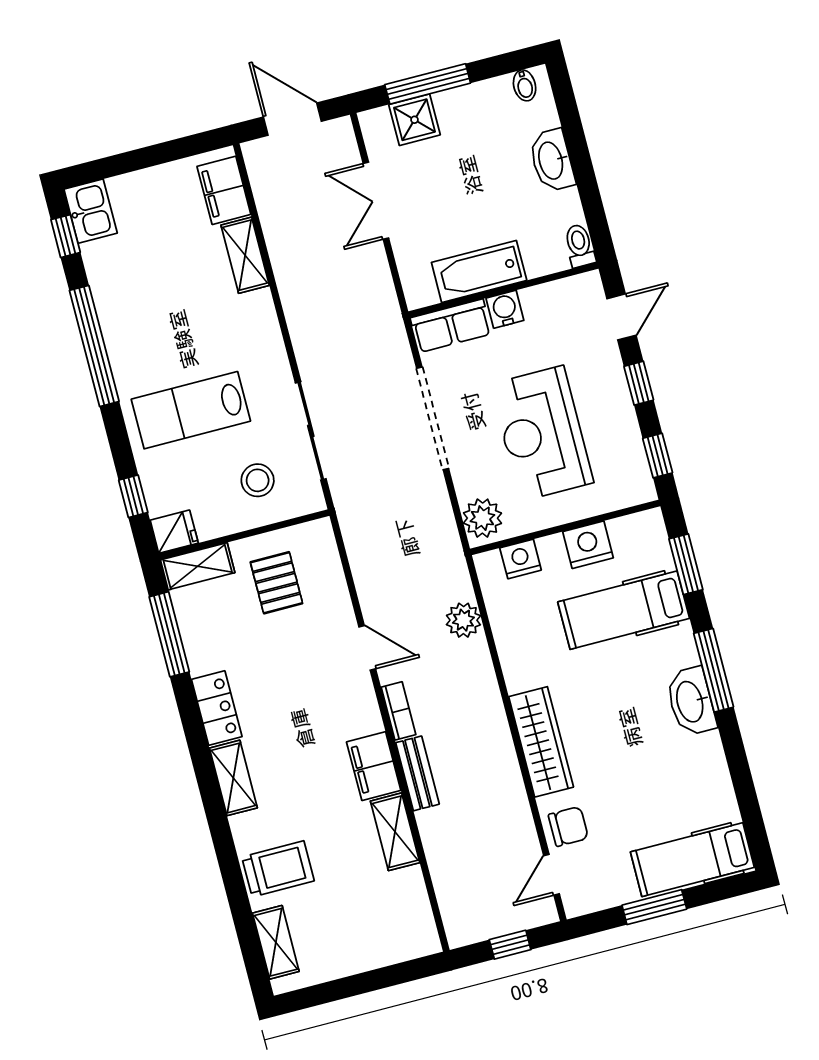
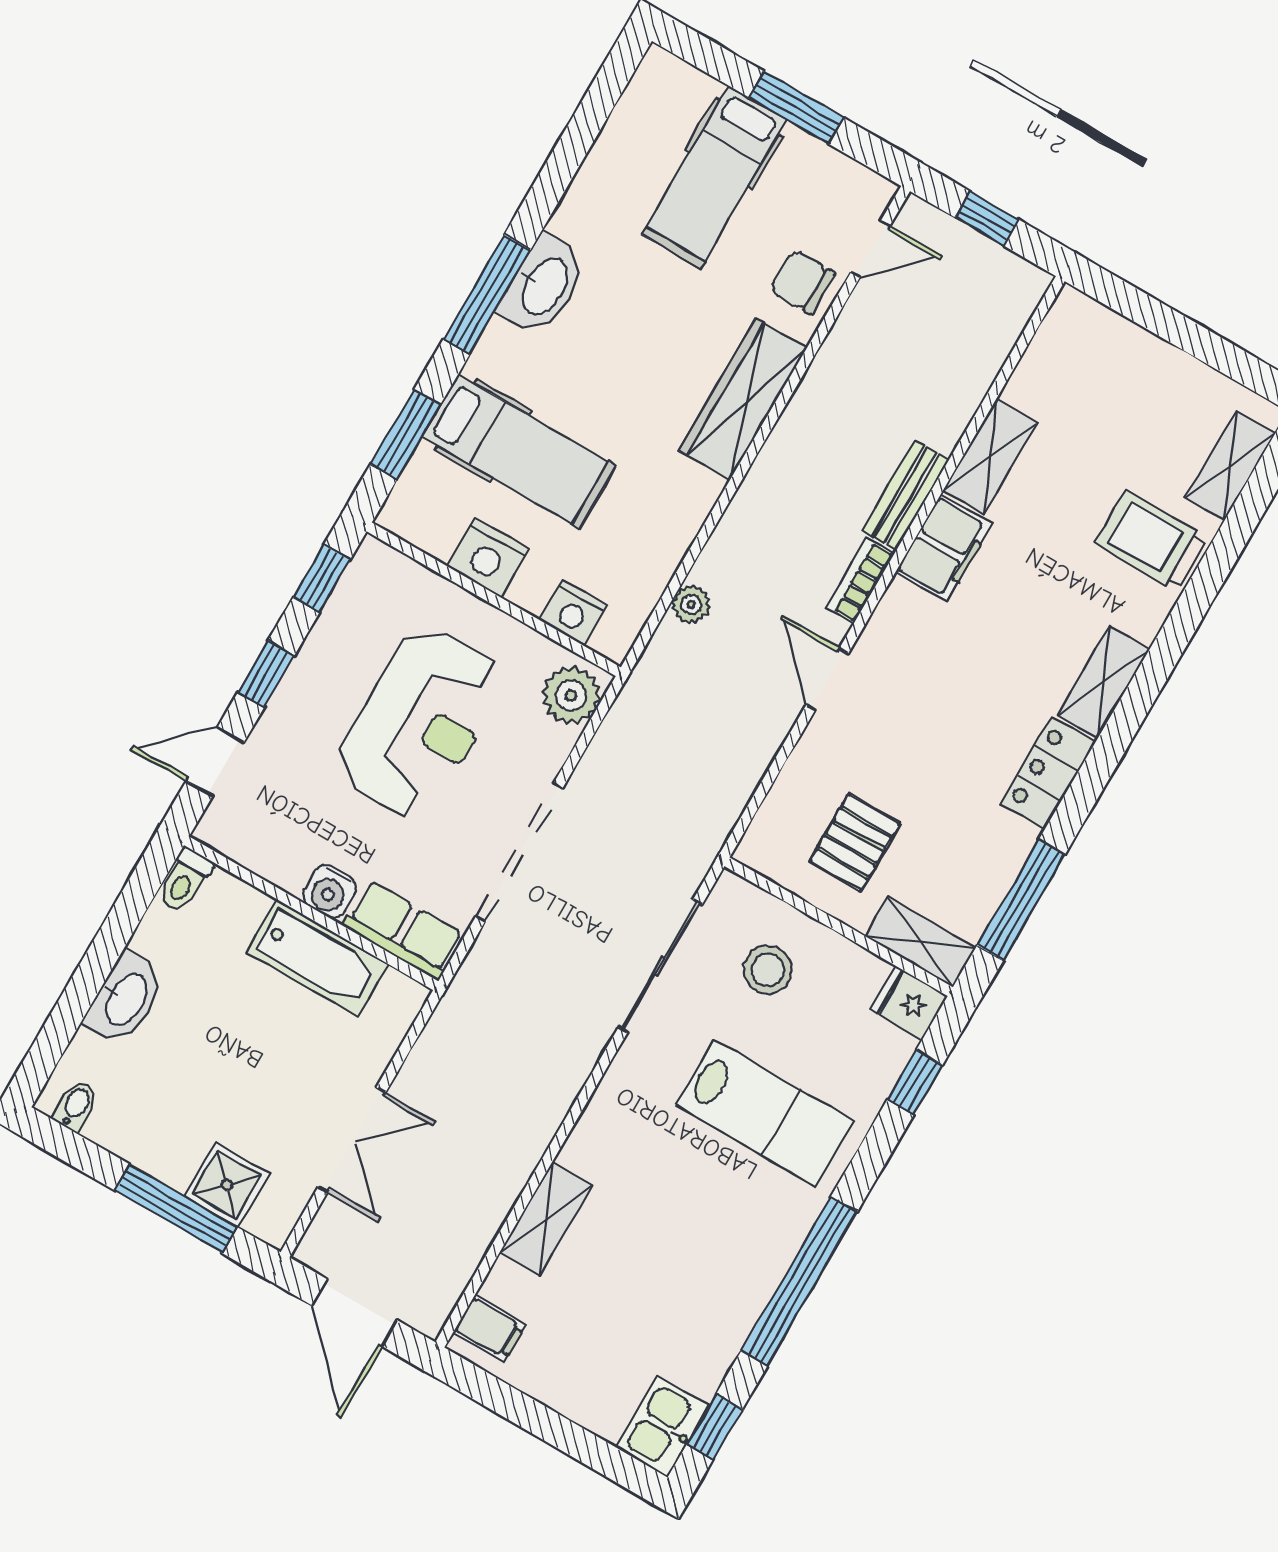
filing cabinet: (224, 190) -> (489, 1328), width x0.50
plant: (463, 620) -> (691, 604), width x0.73, depth x0.73
hospital bed: (692, 860) -> (715, 177), moved, turned 90

